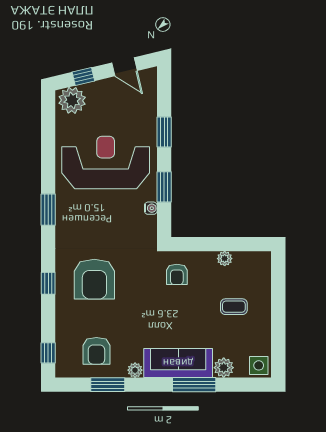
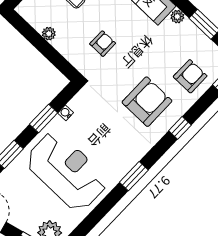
reception desk: (106, 162) -> (67, 171), turned 180
armchair: (177, 274) -> (103, 44), moved
armchair: (96, 351) -> (190, 76), moved

